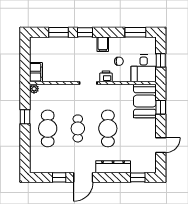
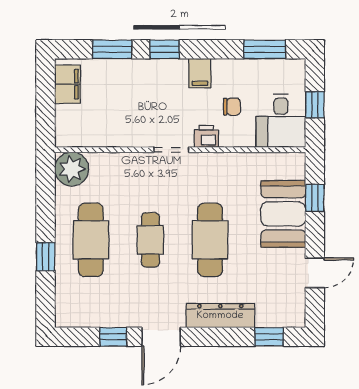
filing cabinet: (36, 72) -> (67, 84), moved
plant: (34, 89) -> (72, 169), width x1.88, depth x1.88
booth: (145, 101) -> (283, 214), moved
window: (25, 117) -> (46, 257), moved

